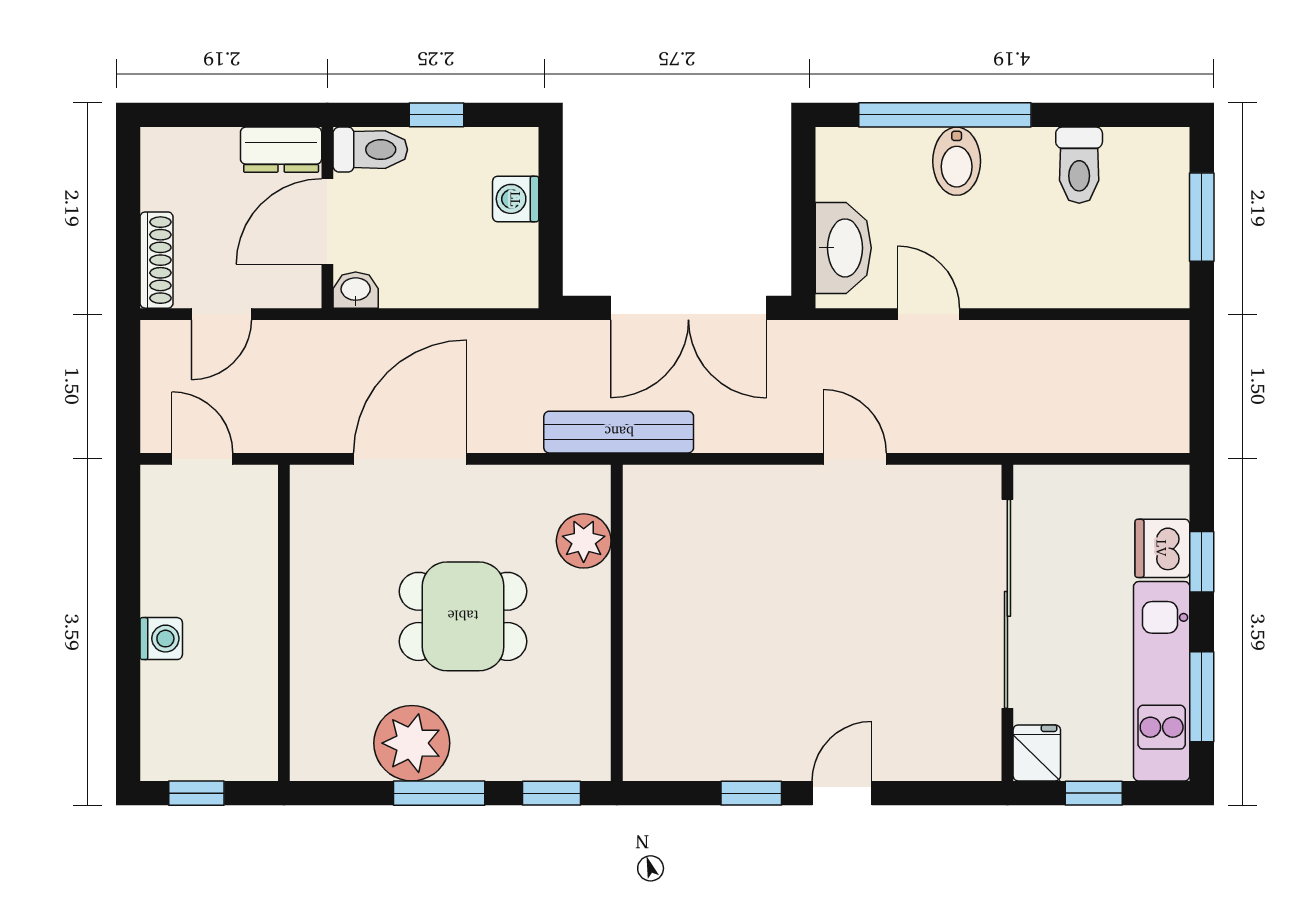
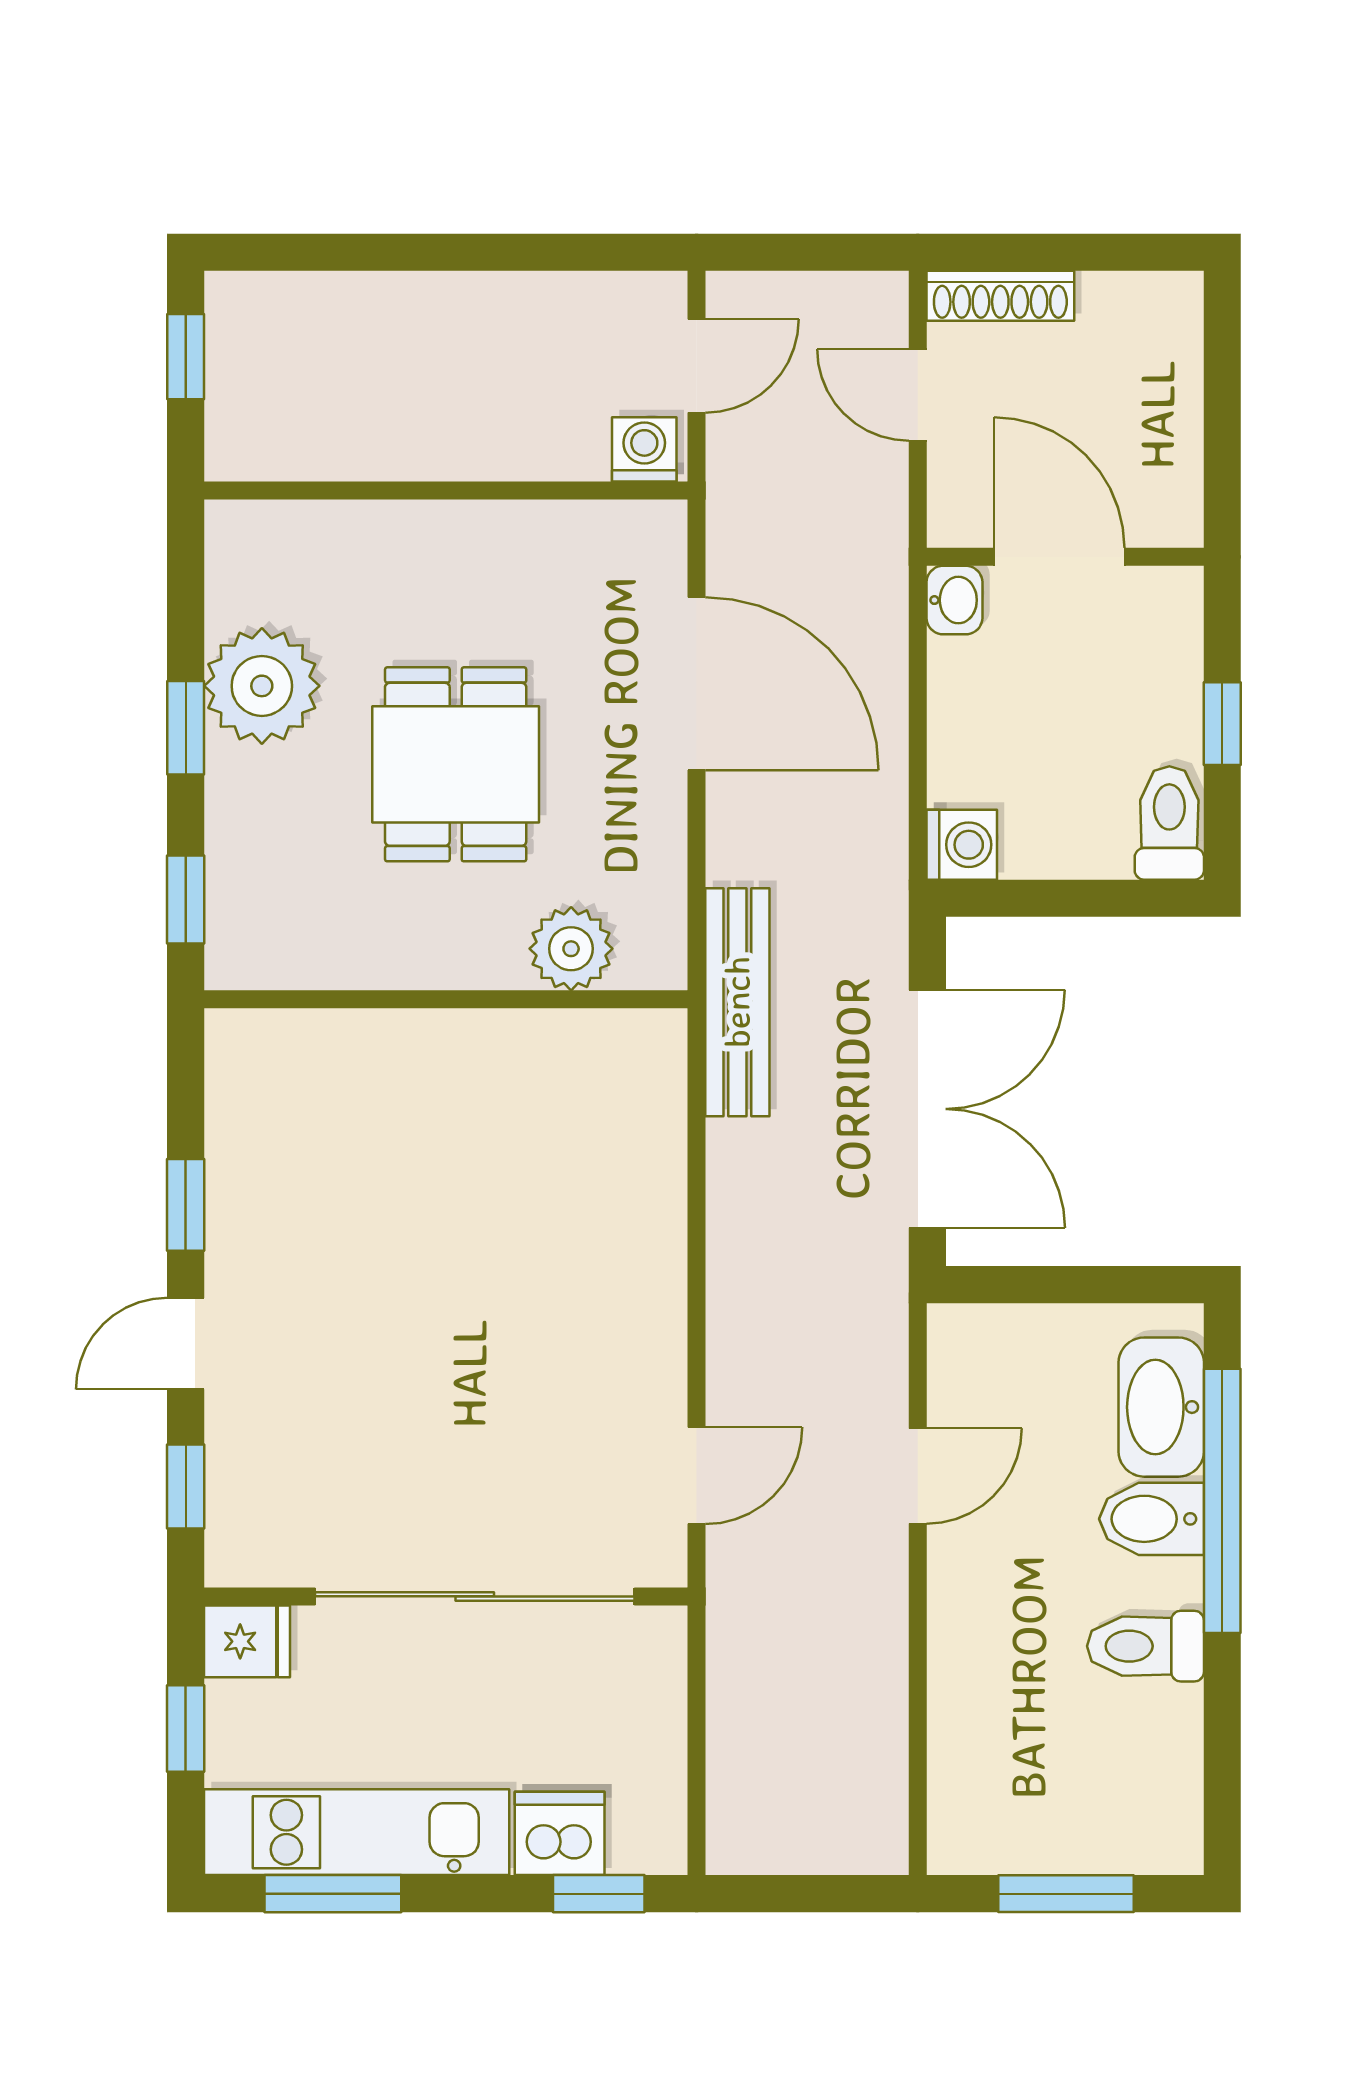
dresser: (281, 150) -> (1169, 486), removed
toilet: (370, 150) -> (1169, 823), moved, turned 180
toilet: (1079, 165) -> (1145, 1646), moved
washing machine: (516, 199) -> (962, 845), moved, turned 90
washbasin: (843, 248) -> (1161, 1407), moved, turned 90
double door: (688, 308) -> (927, 1109), swing flipped
door: (855, 459) -> (697, 1476), moved
window: (1202, 562) -> (599, 1894), moved
washing machine: (161, 639) -> (644, 449), moved, turned 180
window: (439, 793) -> (186, 728), width x0.67
door: (842, 793) -> (186, 1344), swing flipped
window: (935, 793) -> (186, 1487), added

